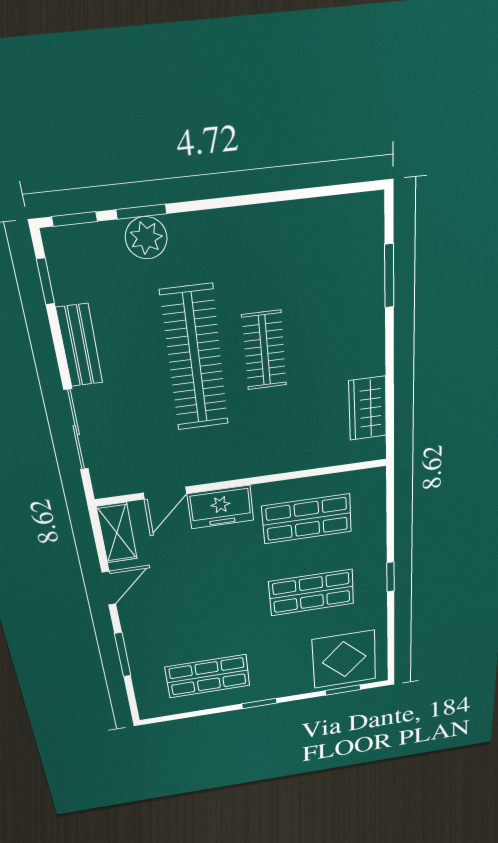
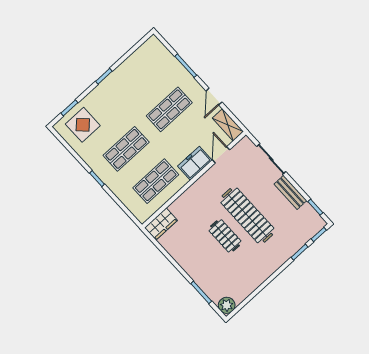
plant: (146, 238) -> (227, 305), moved
wardrobe: (368, 408) -> (161, 224), moved, turned 90
display table: (344, 659) -> (83, 125), width x0.73, depth x0.73
shop shelf: (208, 676) -> (169, 109), moved

